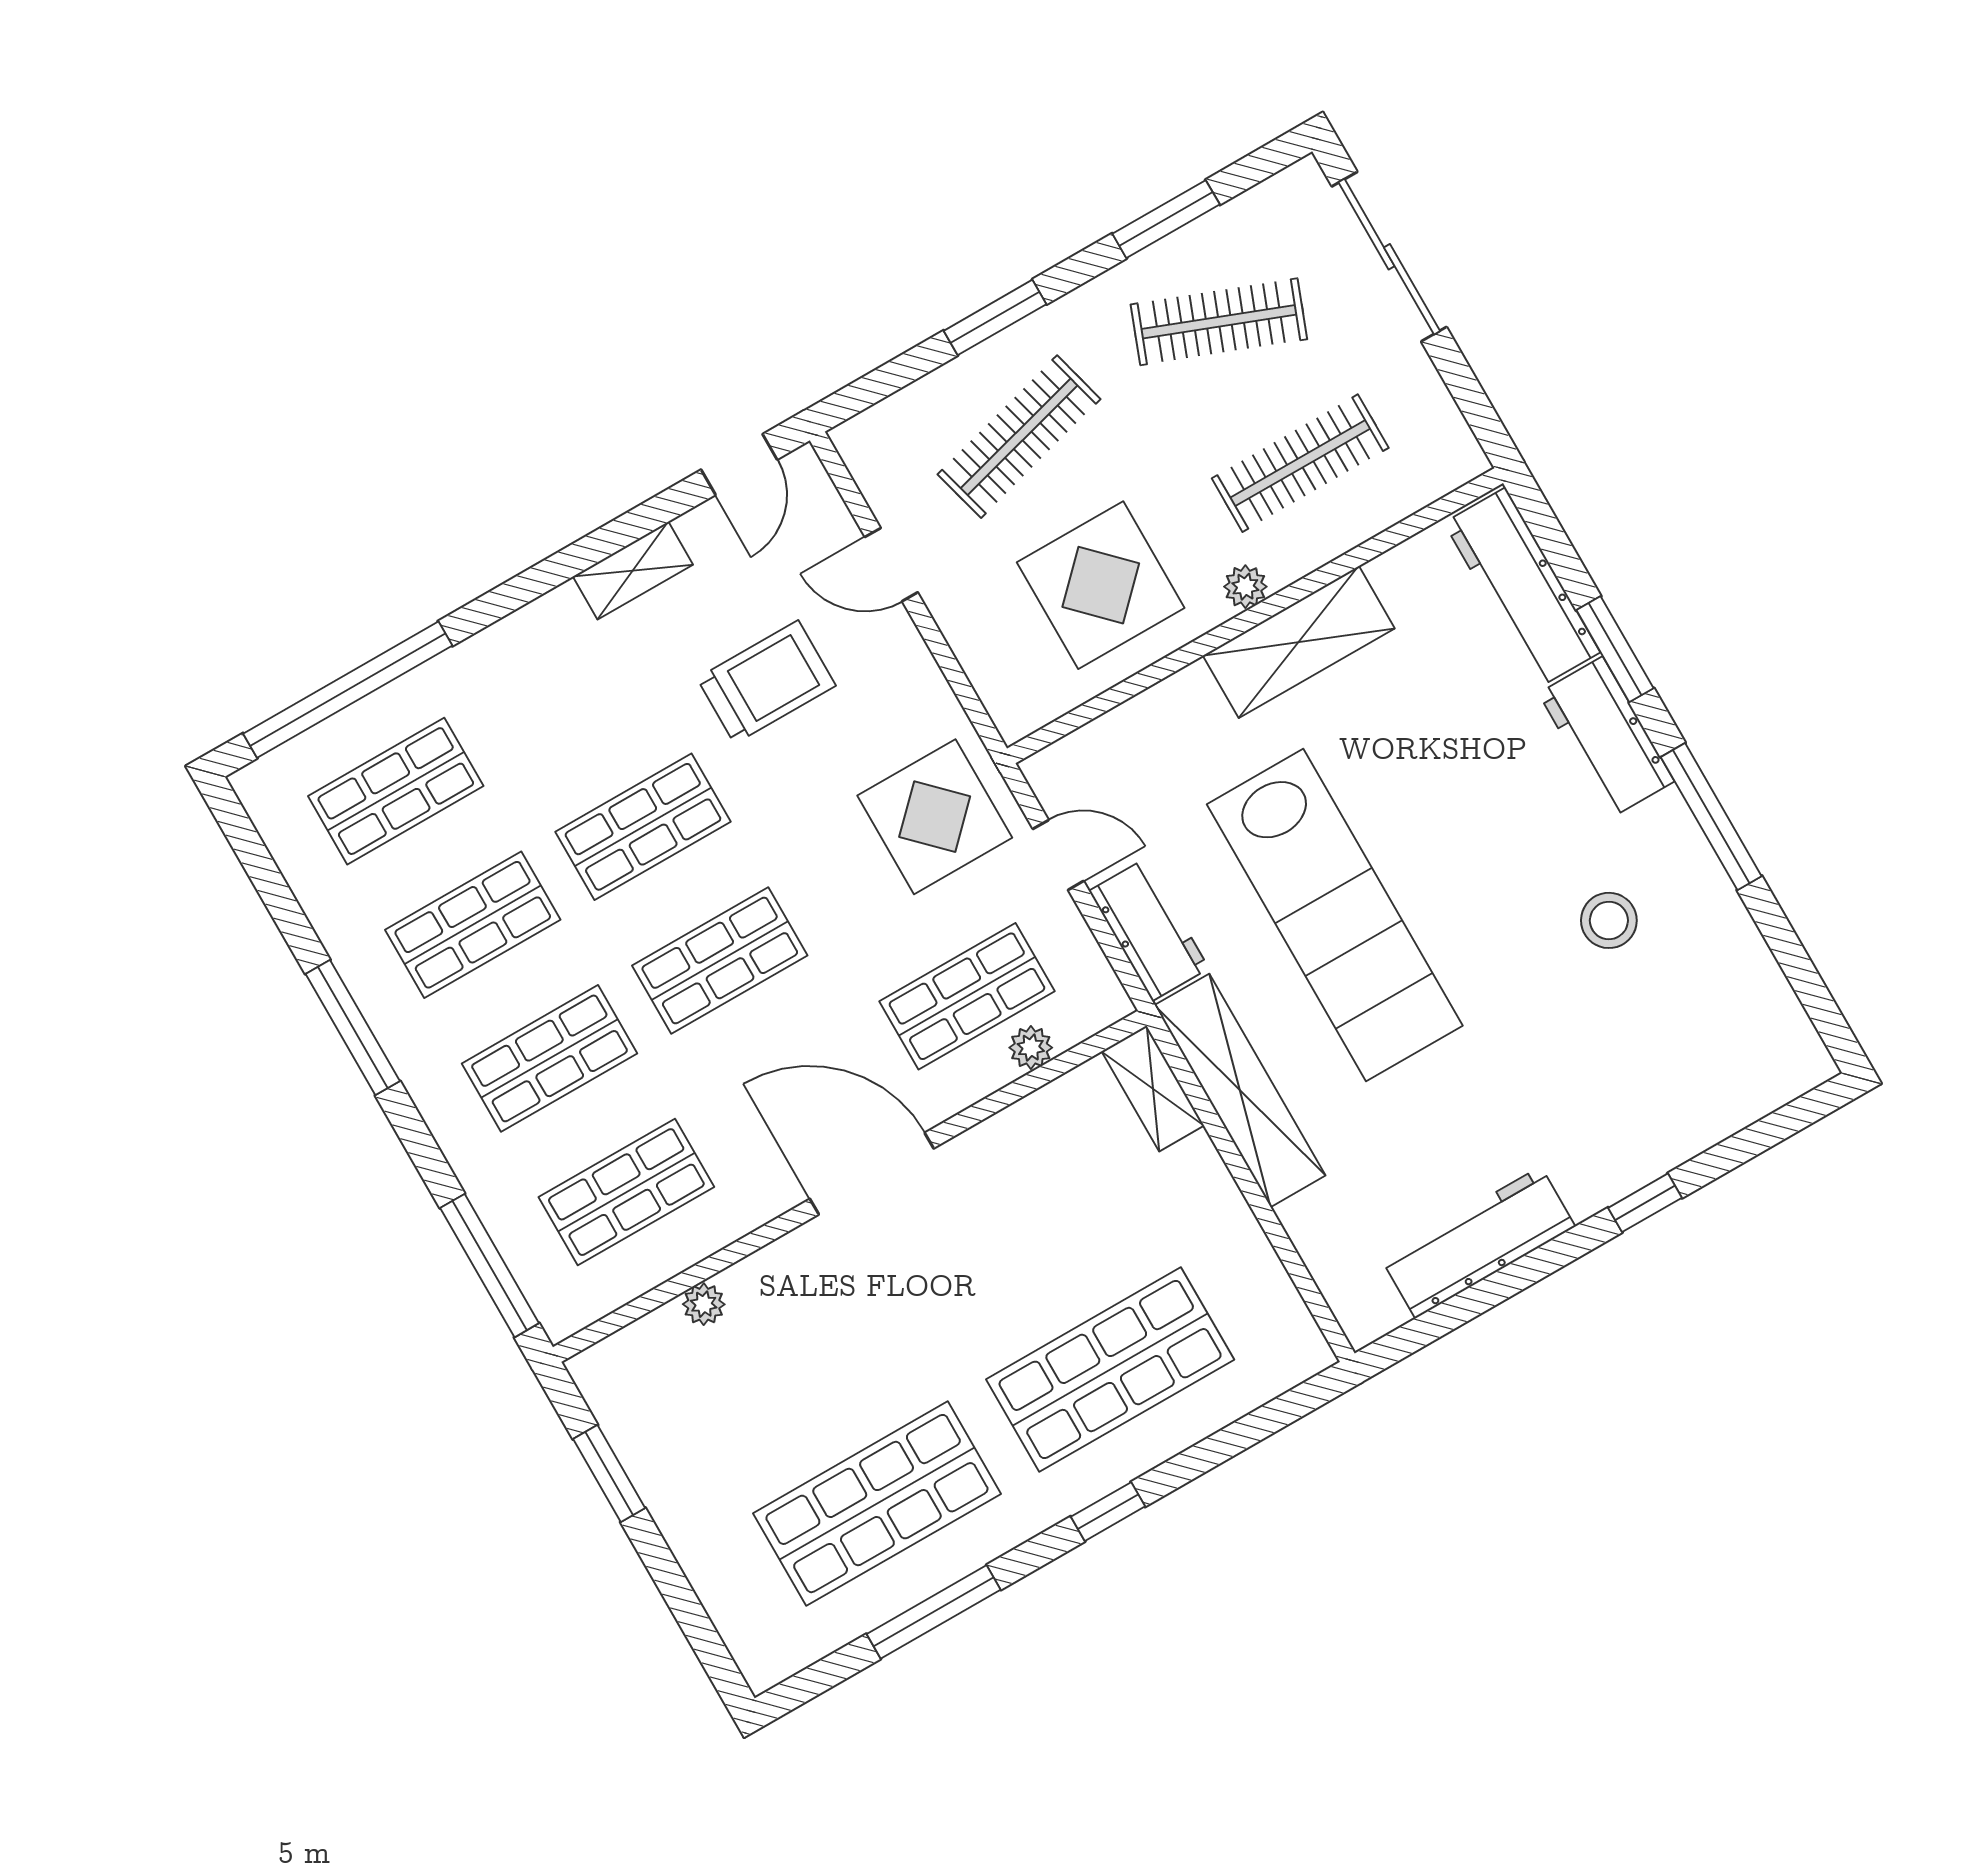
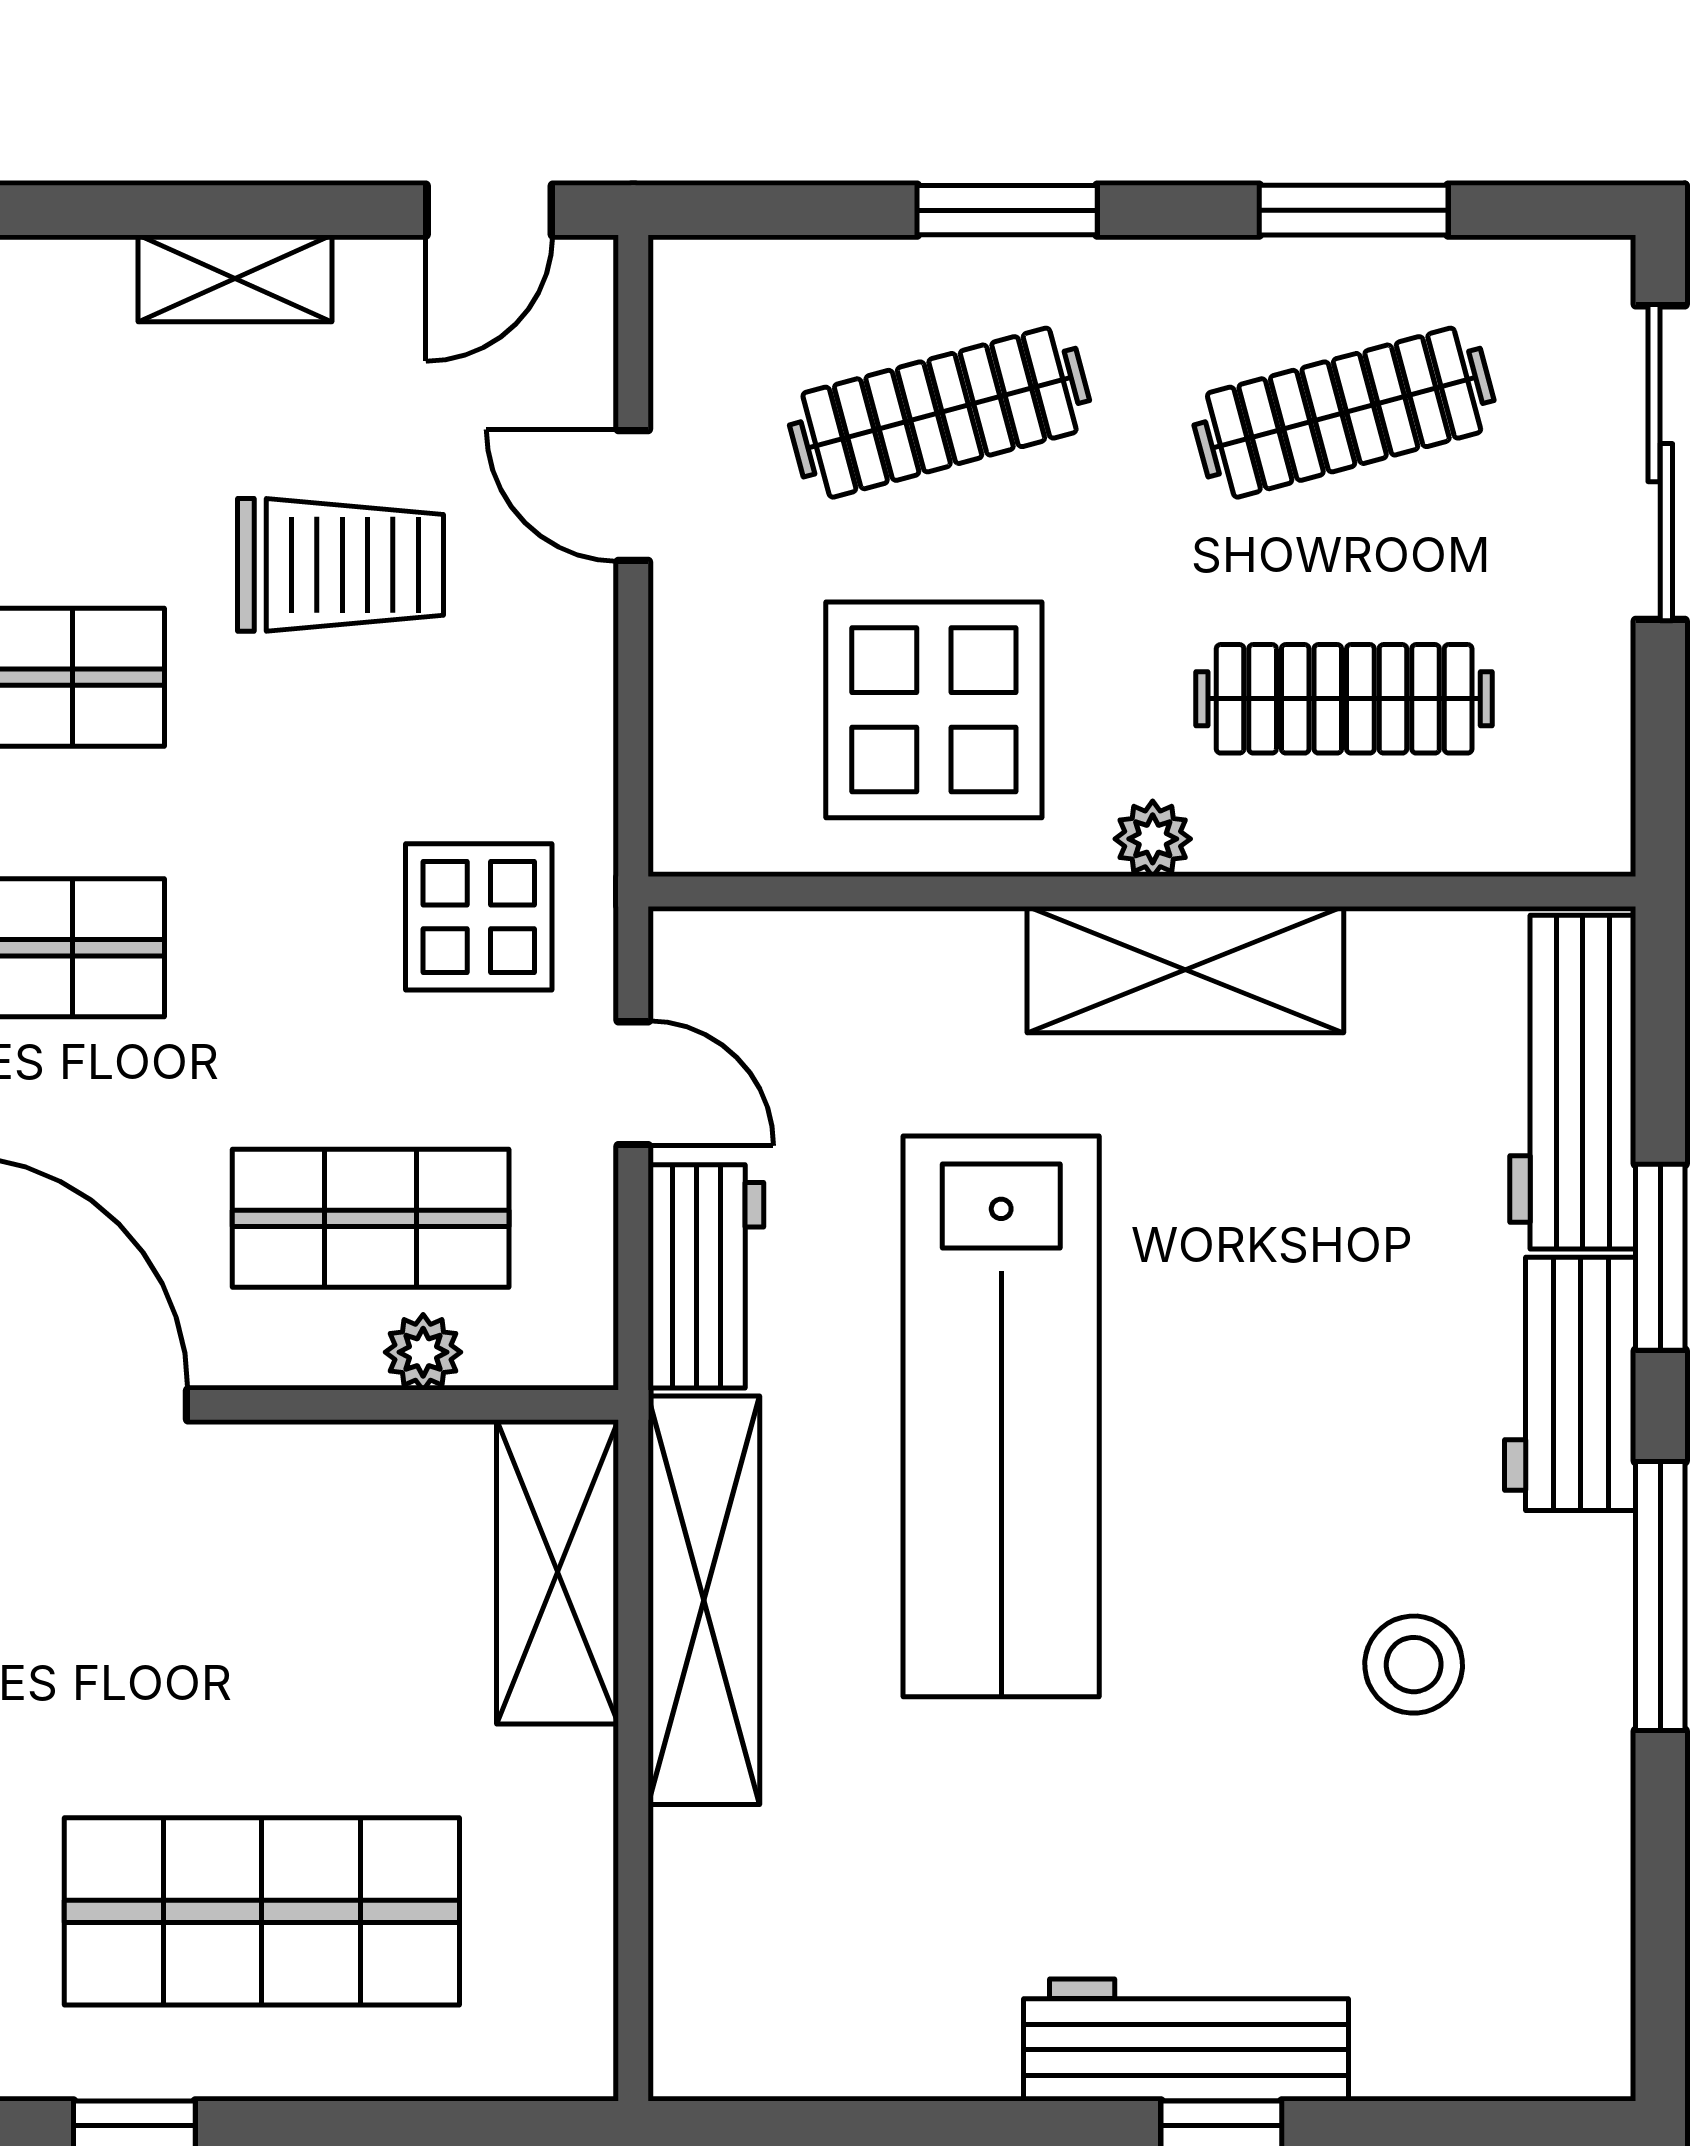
clothes rail: (1219, 322) -> (1344, 413), turned -36
display table: (935, 817) -> (479, 917), width x0.73, depth x0.73
shelving: (1153, 1088) -> (558, 1572), width x1.50, depth x1.33
workbench: (1478, 1242) -> (1186, 2040), moved

